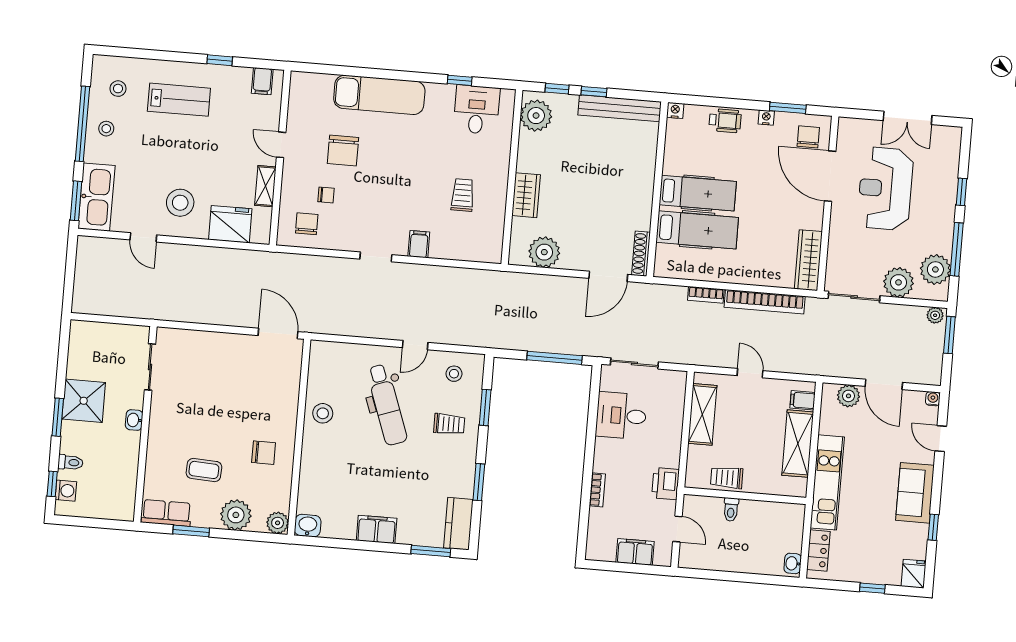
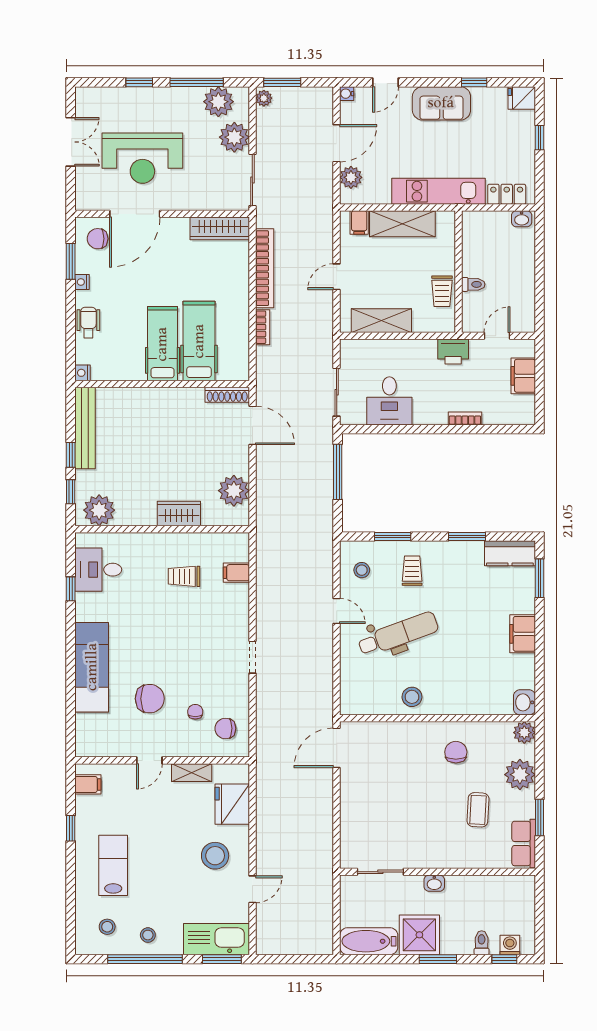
filing cabinet: (419, 244) -> (236, 573), moved
bathtub: (81, 349) -> (369, 941), added

